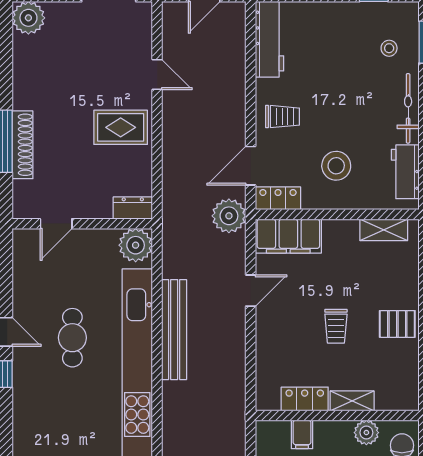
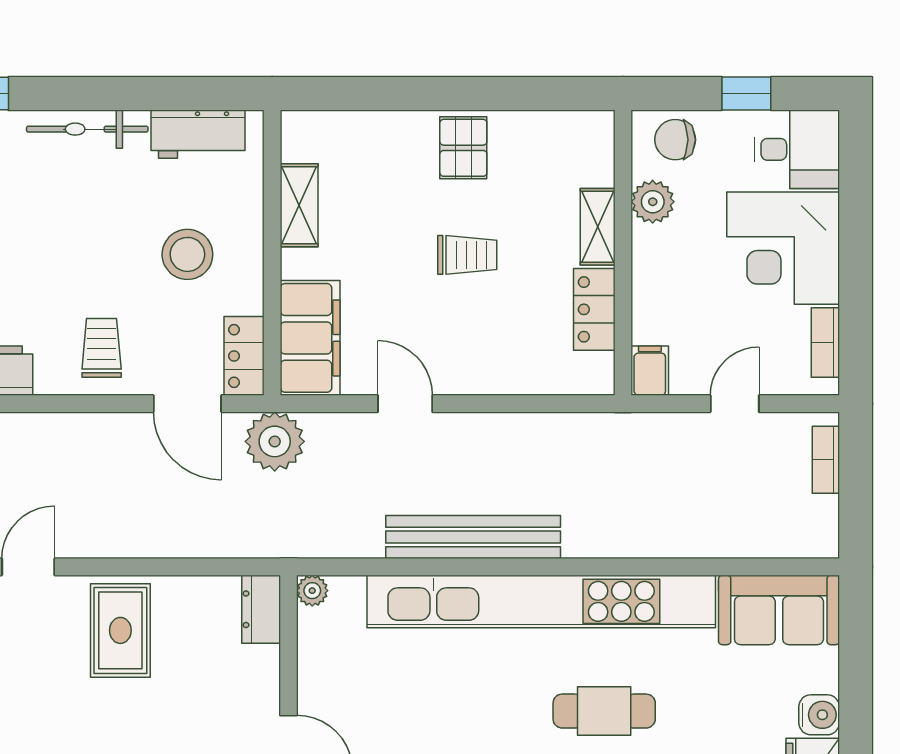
shelving: (384, 230) -> (299, 205), moved
plant: (136, 245) -> (312, 591), width x0.53, depth x0.53
cafe table: (72, 338) -> (604, 711), moved
filing cabinet: (302, 434) -> (650, 371), moved, turned -90

